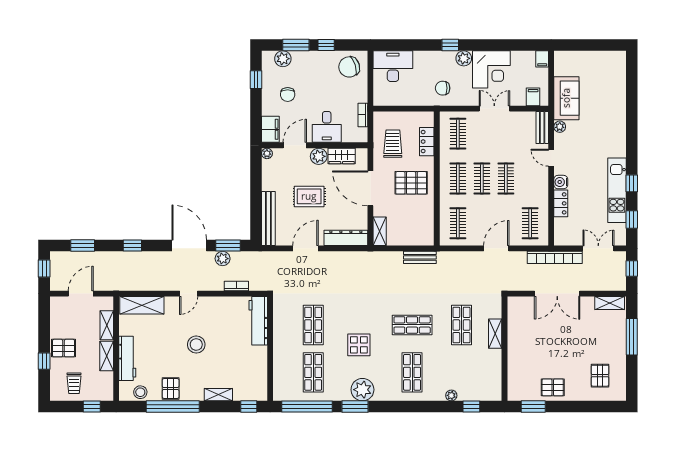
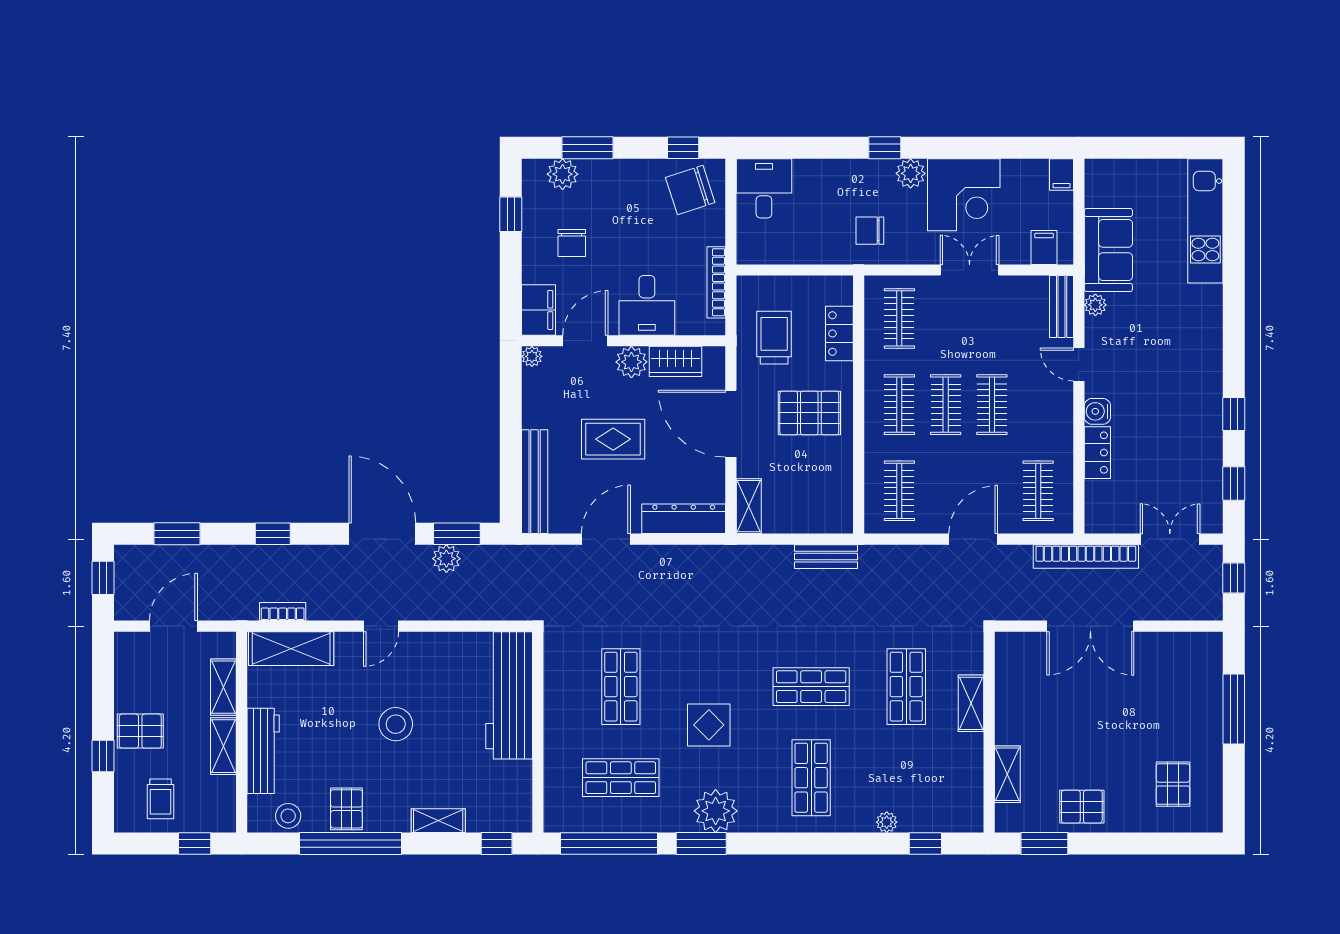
window: (326, 45) -> (683, 148), moved
desk: (393, 66) -> (764, 188), width x0.73
bookcase: (363, 115) -> (716, 282), width x1.56
kitchen unit: (617, 190) -> (1205, 221), moved
bookcase: (236, 286) -> (283, 612), moved
shelving: (610, 303) -> (1007, 774), moved, turned 90
workbench: (258, 321) -> (509, 695), width x1.36, depth x1.32
shop shelf: (313, 372) -> (621, 778), turned 90

